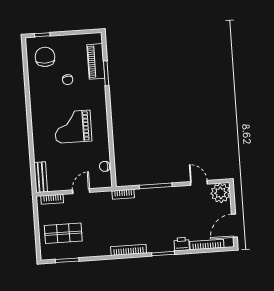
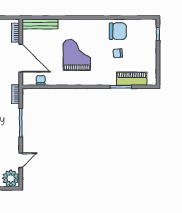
chair: (45, 57) -> (118, 31), moved
bench: (41, 177) -> (40, 24), width x1.36
door: (81, 191) -> (21, 58), width x1.87

